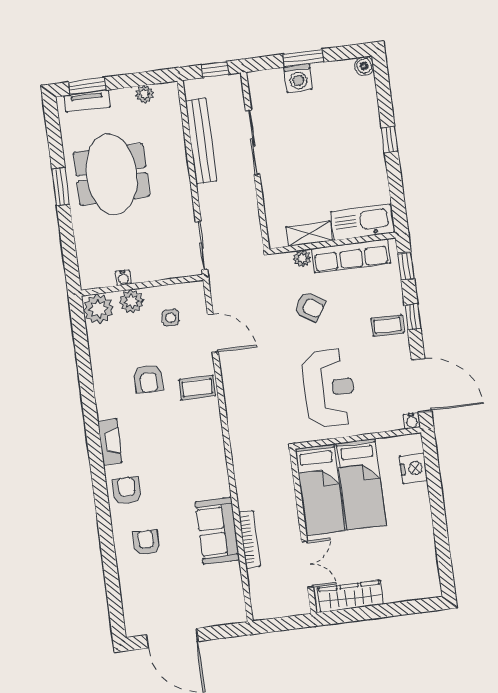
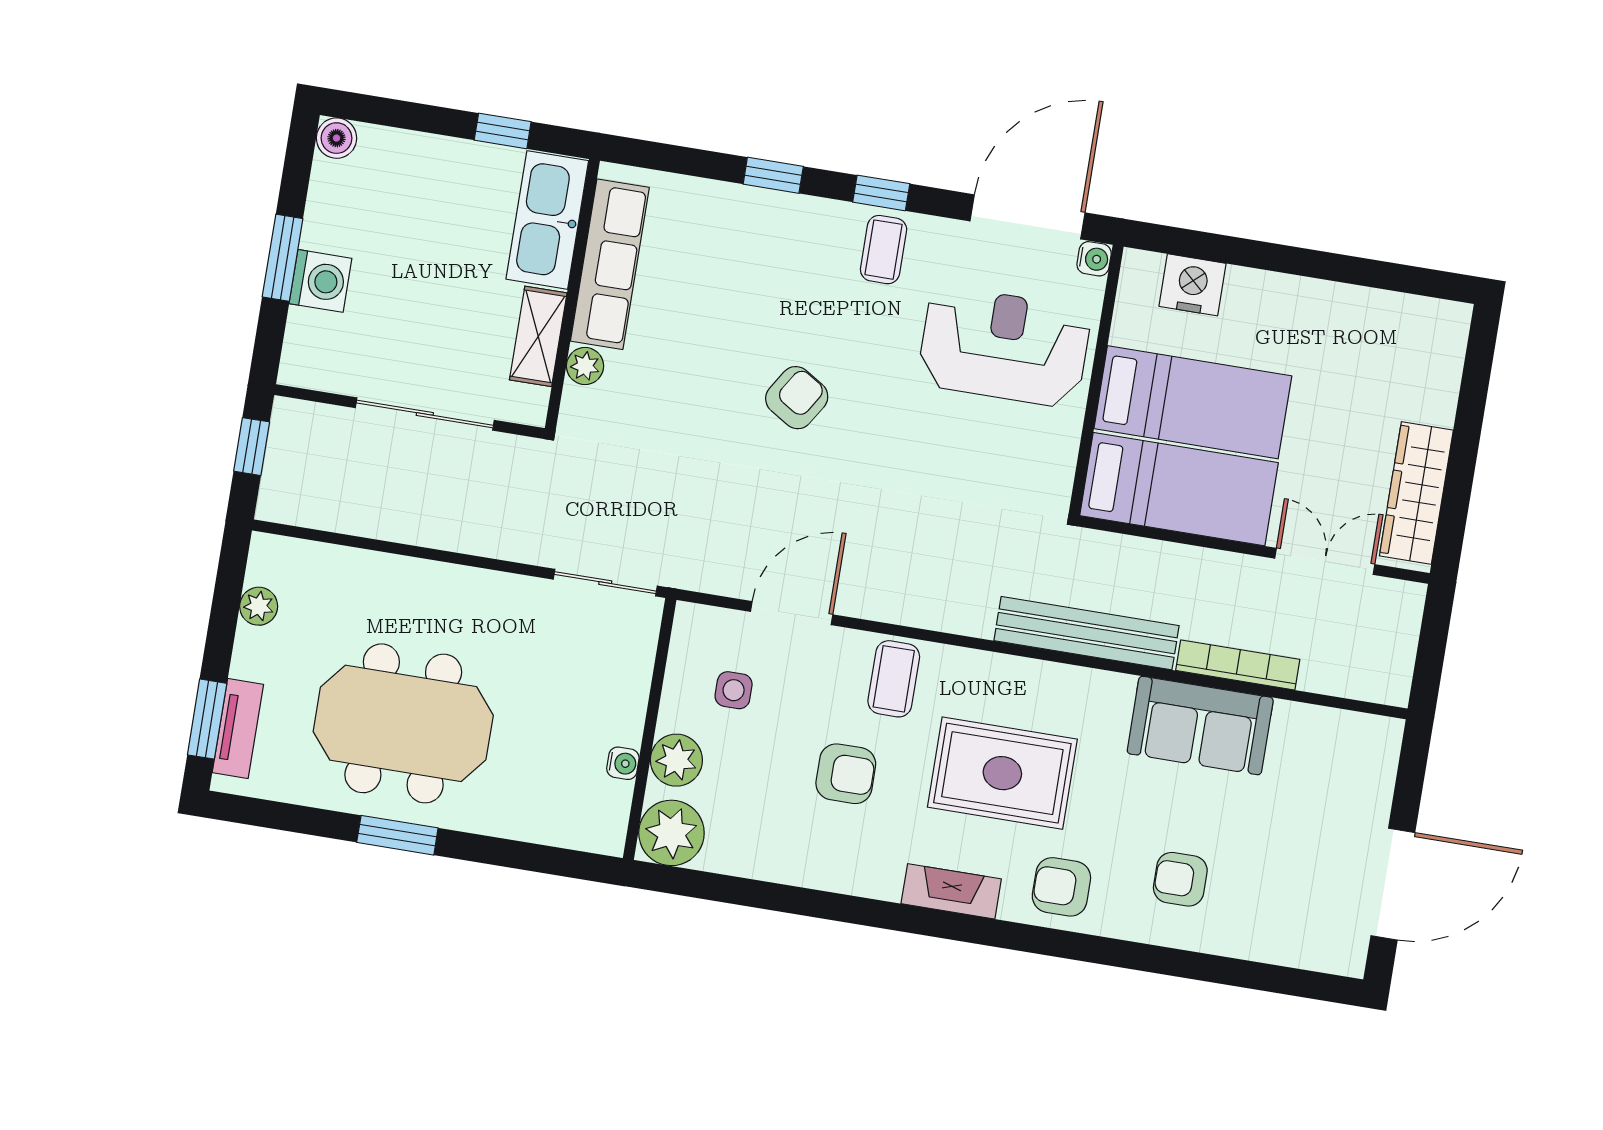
bench: (201, 141) -> (1087, 633), moved
kitchen sink: (362, 222) -> (547, 220), moved
shelving: (309, 234) -> (538, 336), moved
wall: (332, 243) -> (572, 294), moved
row of seats: (351, 256) -> (610, 264), moved
plant: (302, 258) -> (585, 366), moved
reception desk: (329, 388) -> (1004, 346), moved
rug: (170, 449) -> (1002, 773), added

